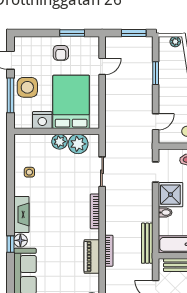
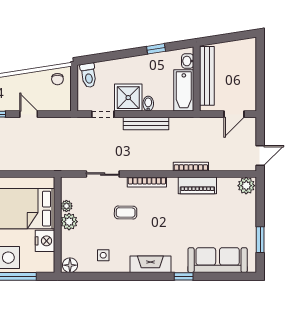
door: (156, 122) -> (29, 114), moved
plant: (78, 144) -> (66, 206), width x0.53, depth x0.53
coffee table: (68, 192) -> (126, 212), added
floor lamp: (20, 240) -> (70, 265), moved
bench: (147, 243) -> (146, 124), moved

